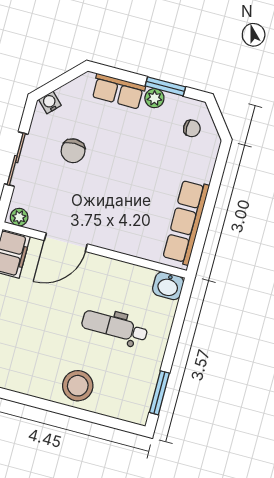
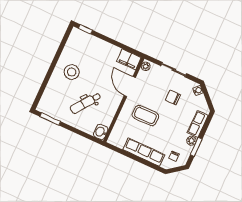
coffee table: (119, 201) -> (145, 116), added
row of seats: (186, 222) -> (144, 152), moved
dental chair: (115, 327) -> (85, 103), turned -143
stool: (78, 386) -> (72, 72), moved

